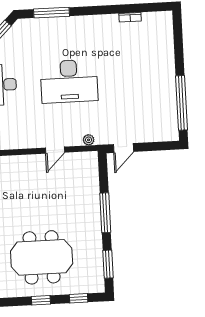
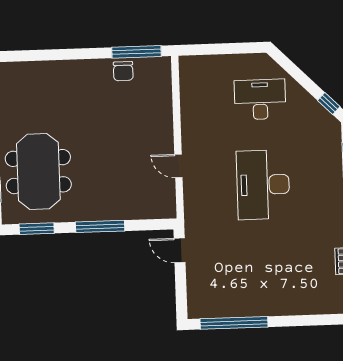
plant: (89, 140) -> (190, 207), removed
meeting table: (42, 257) -> (38, 172), moved

